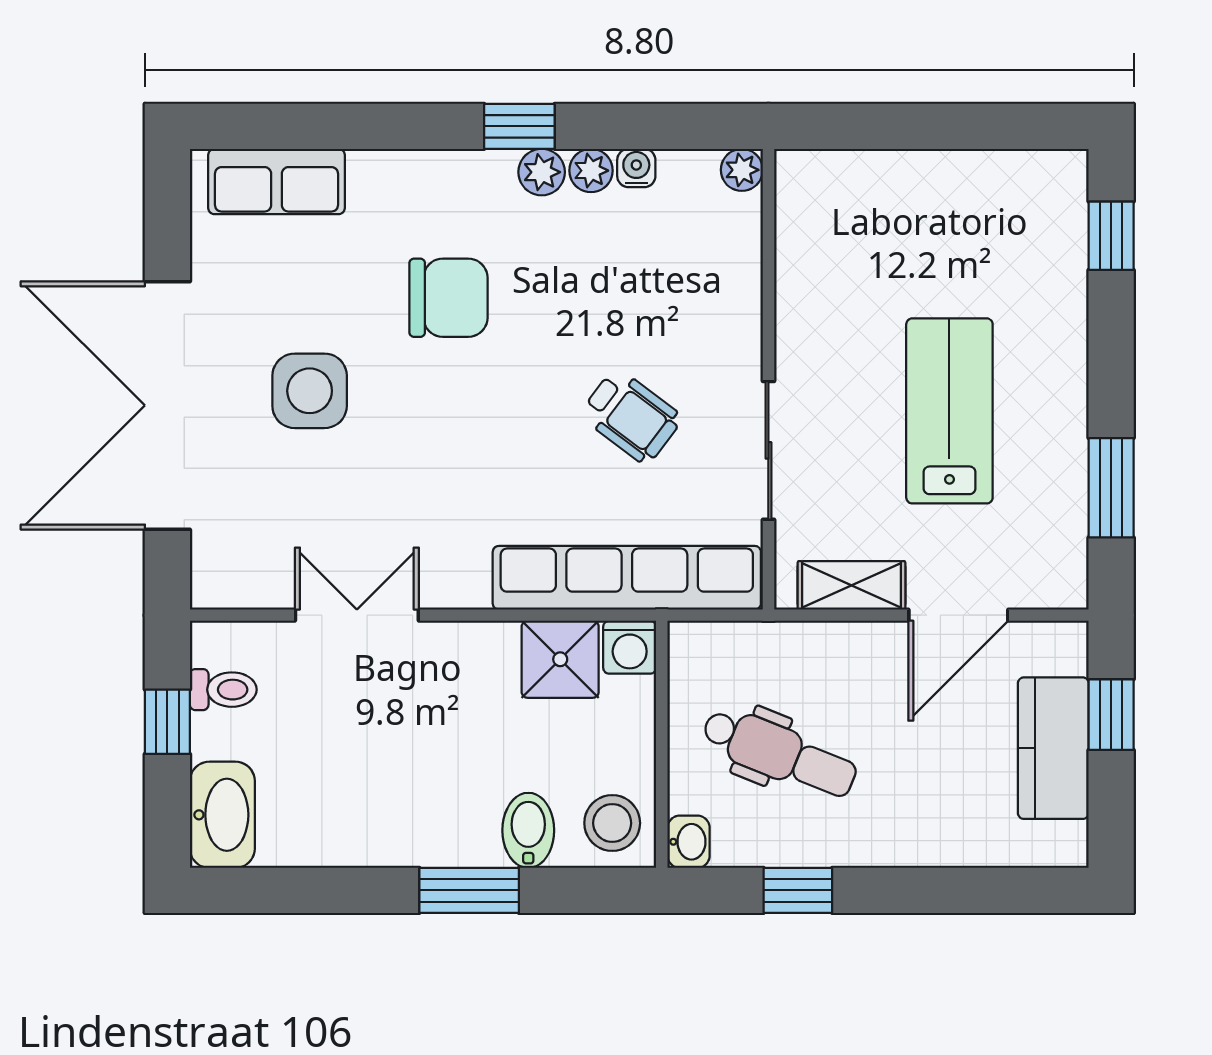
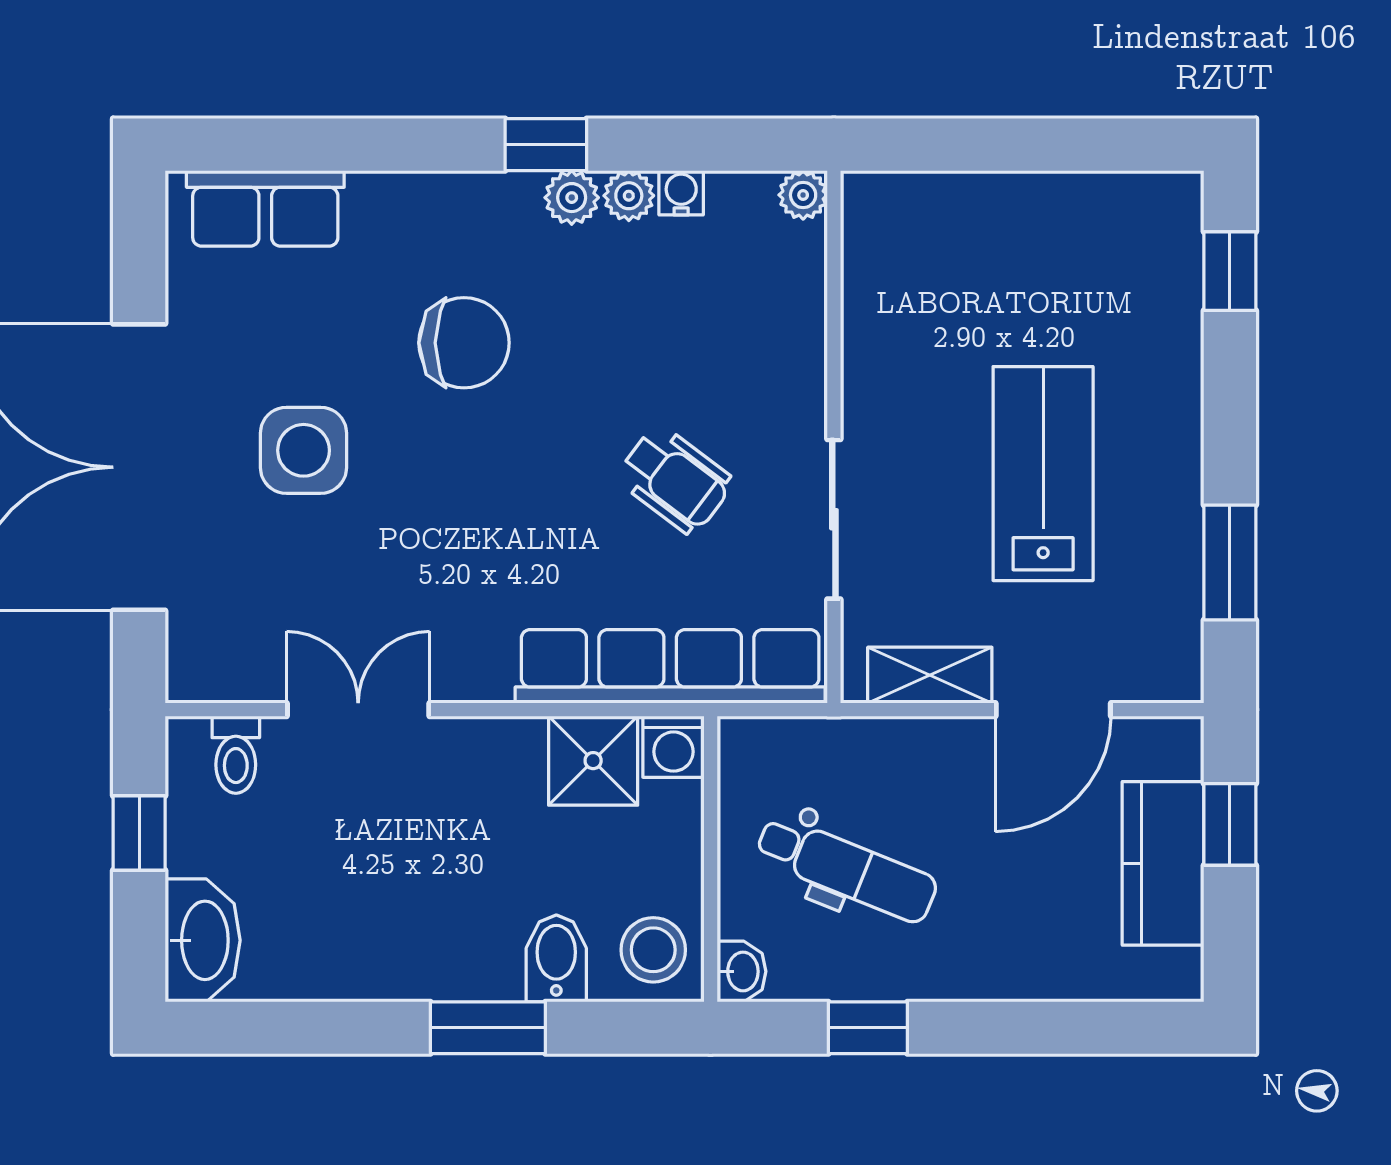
toilet: (223, 690) -> (236, 755), moved, turned 90

